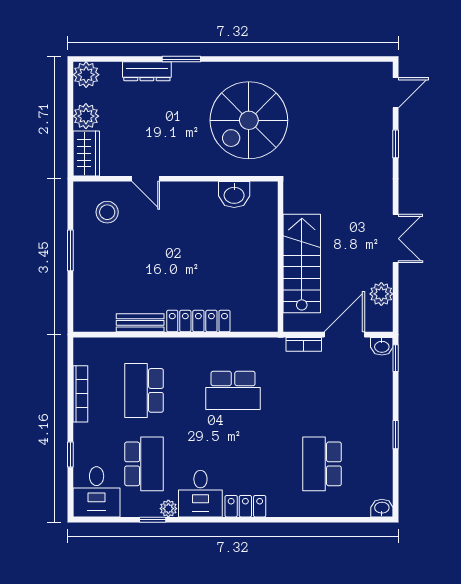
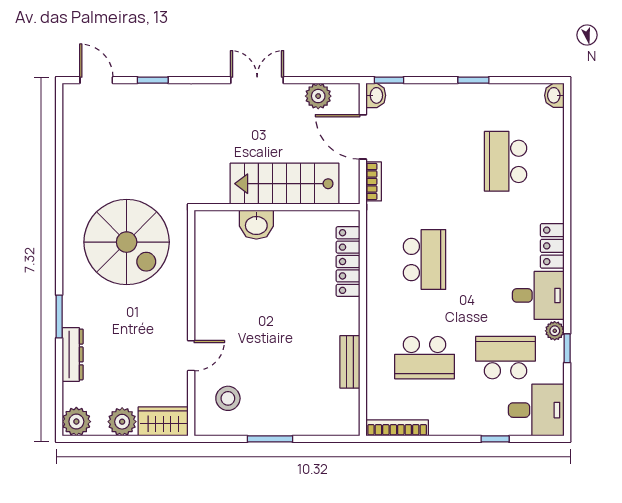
washbasin: (234, 195) -> (256, 225), moved, turned 90
locker: (198, 321) -> (348, 262), moved
bookcase: (80, 394) -> (397, 428), moved
school desk: (322, 464) -> (506, 161), turned 90

